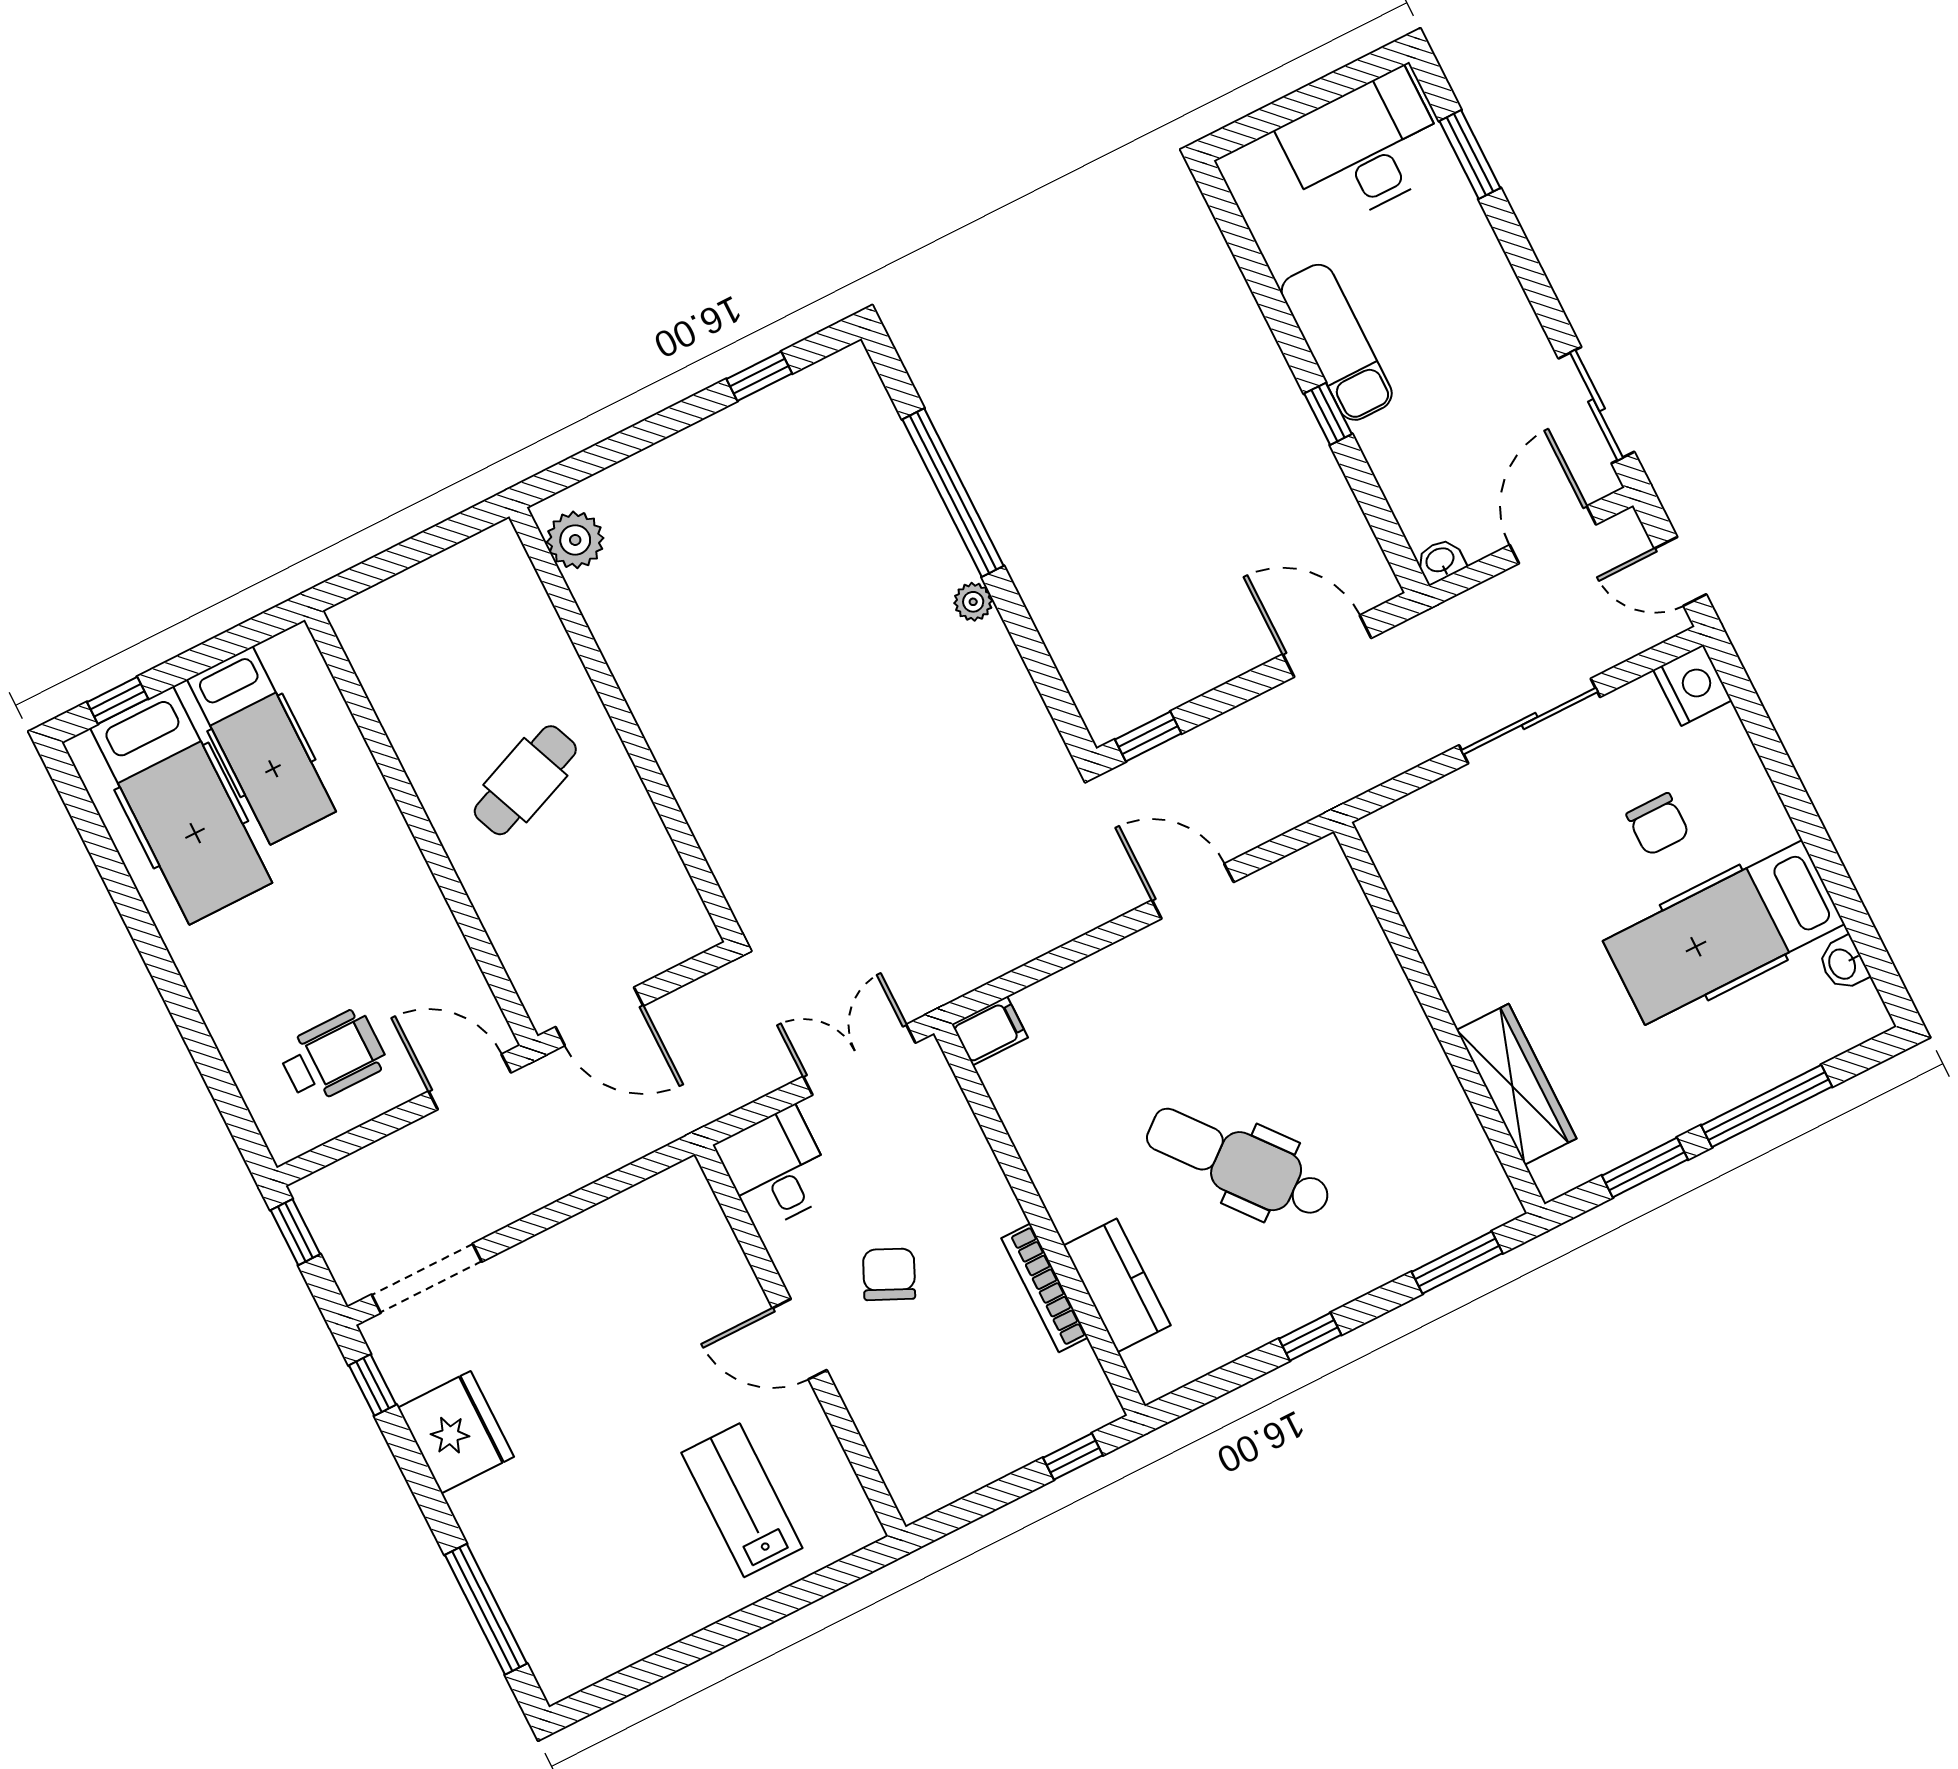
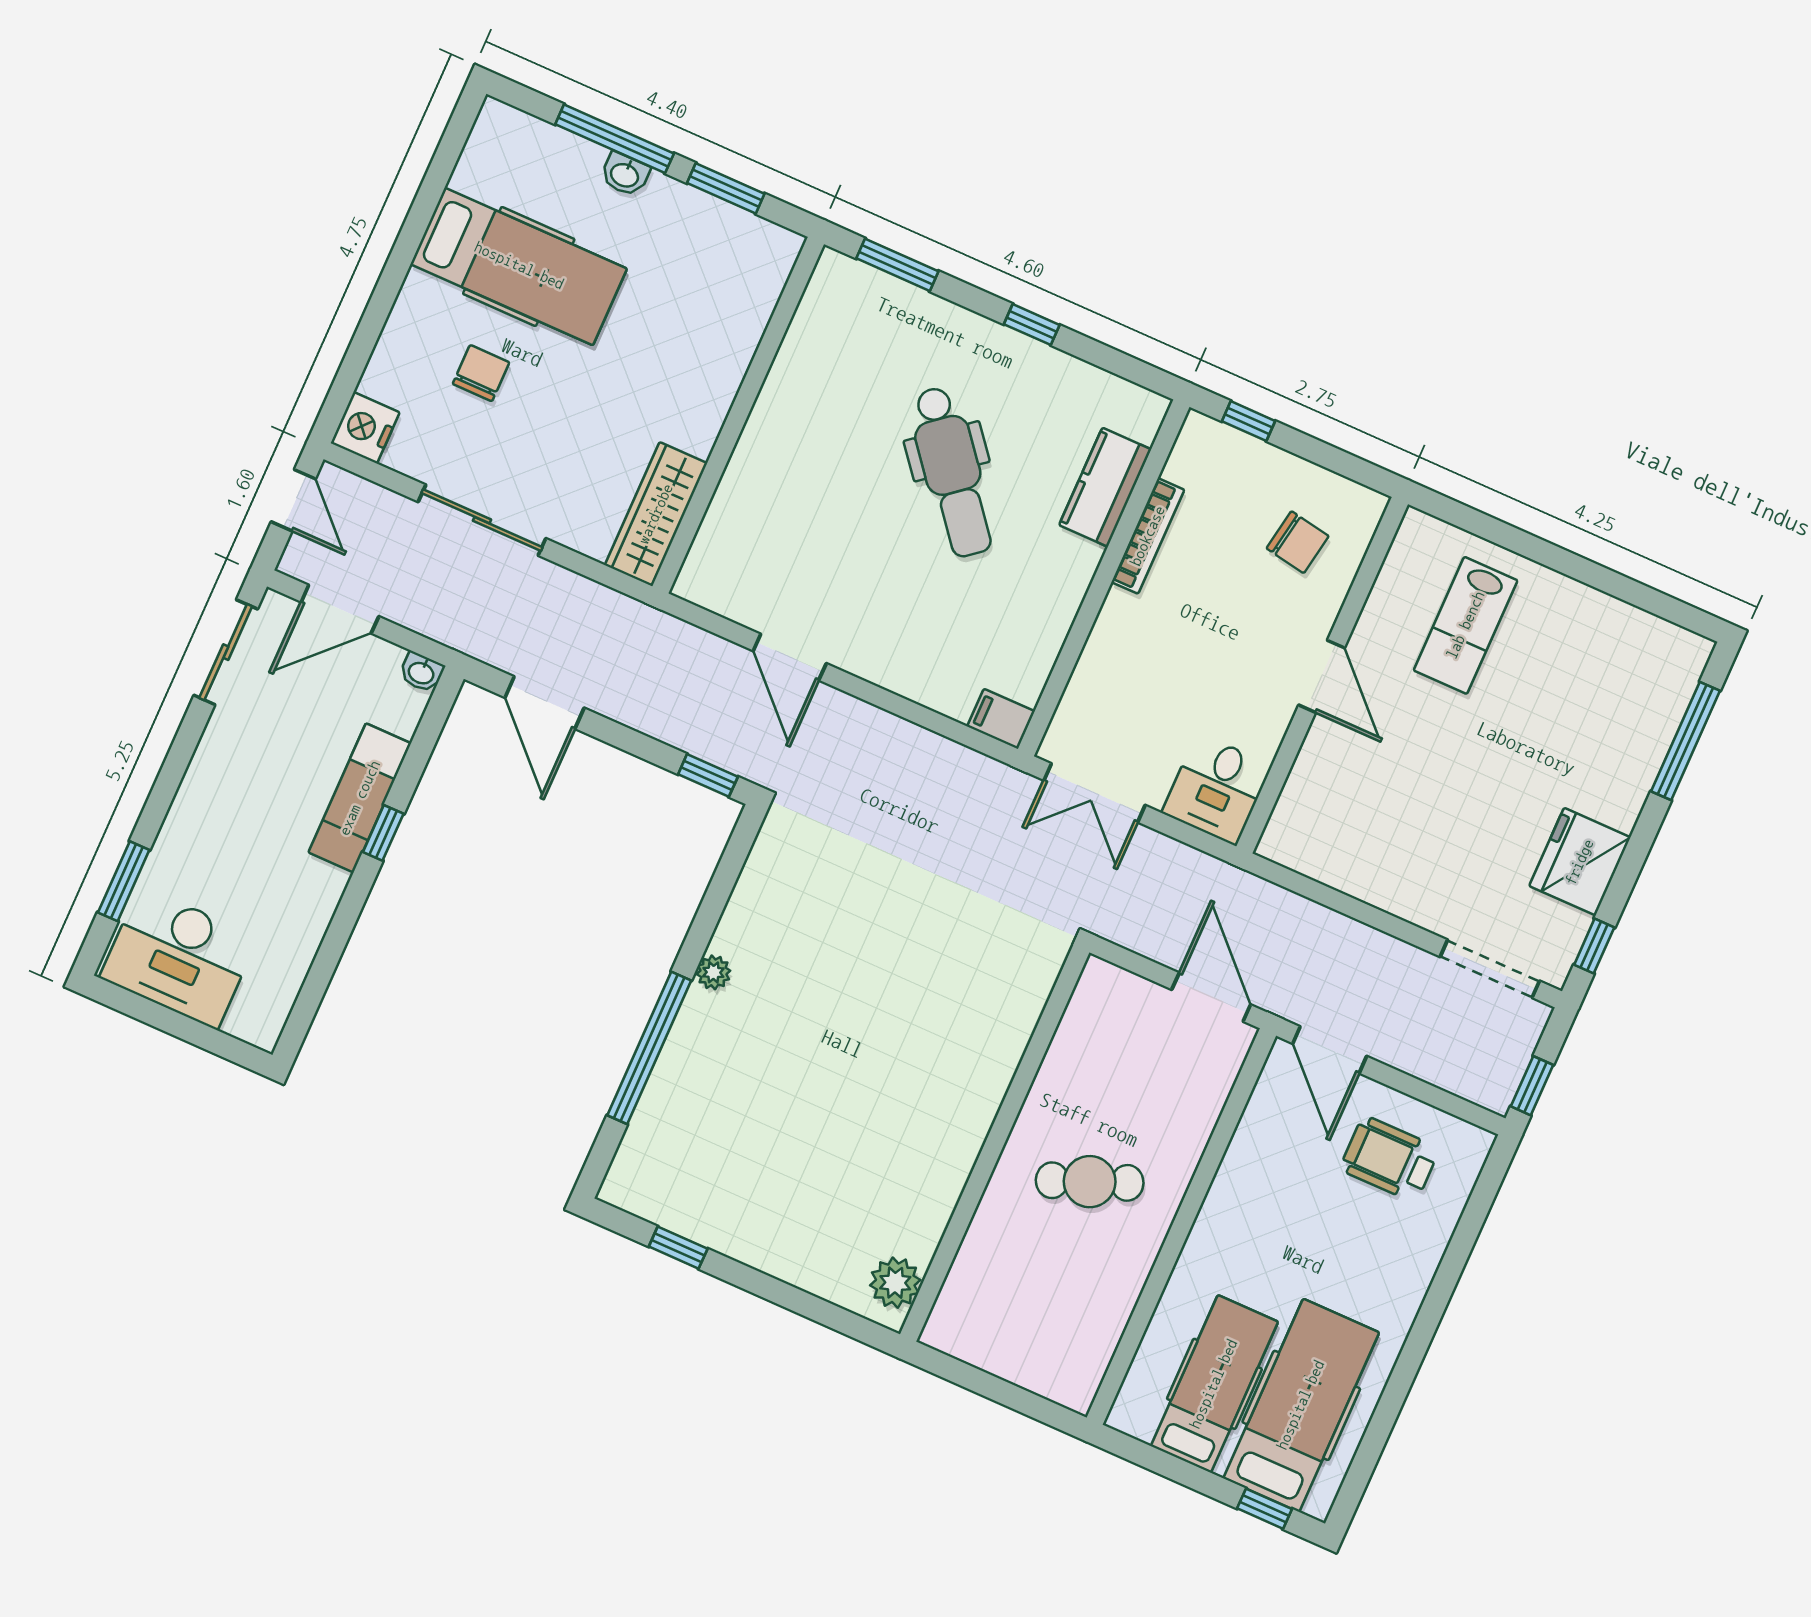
exam couch: (1337, 342) -> (360, 798), moved
washbasin: (1843, 964) -> (625, 174), moved, turned 90
wardrobe: (1517, 1084) -> (656, 514), moved
chair: (889, 1274) -> (1298, 542), moved, turned -105

